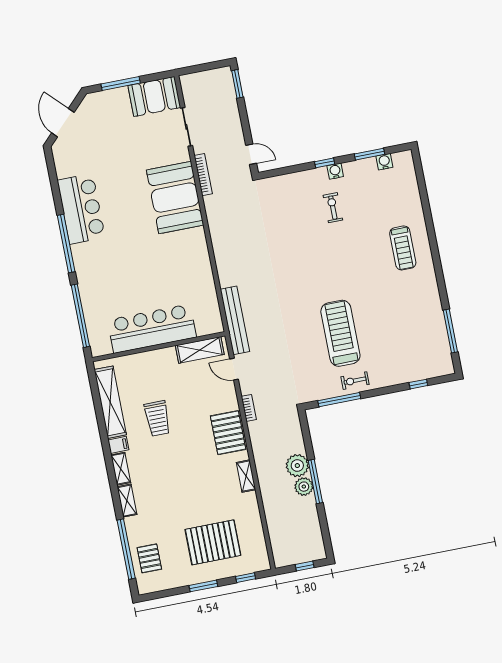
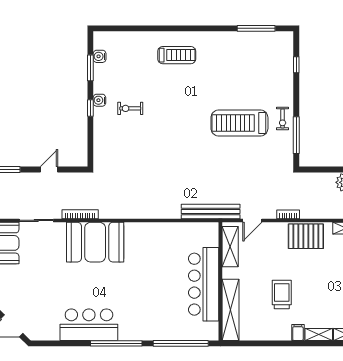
door: (251, 154) -> (49, 170), moved
shelving: (110, 402) -> (230, 310), moved, turned 90
trolley: (157, 418) -> (282, 295), turned -90

